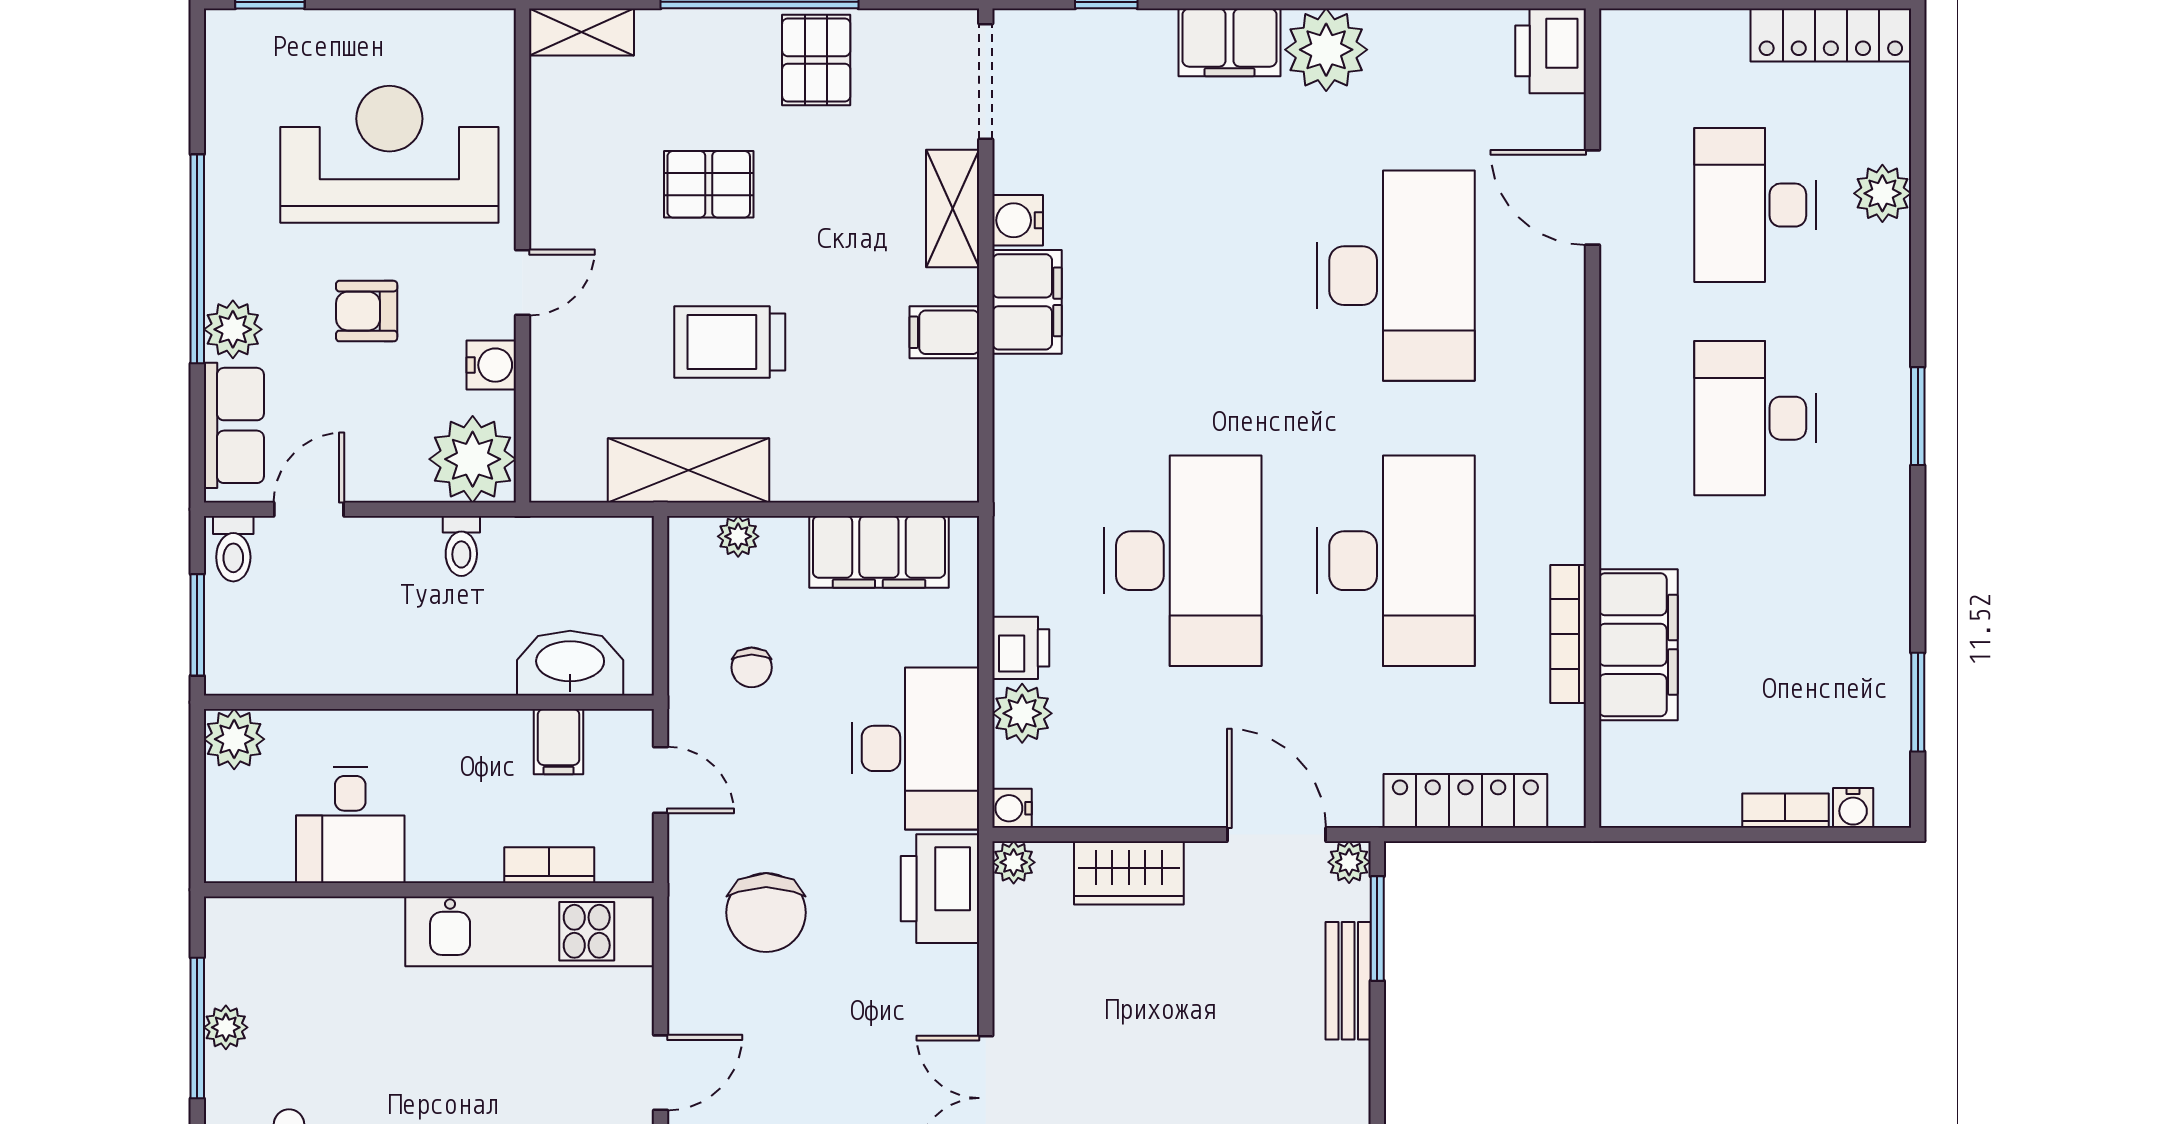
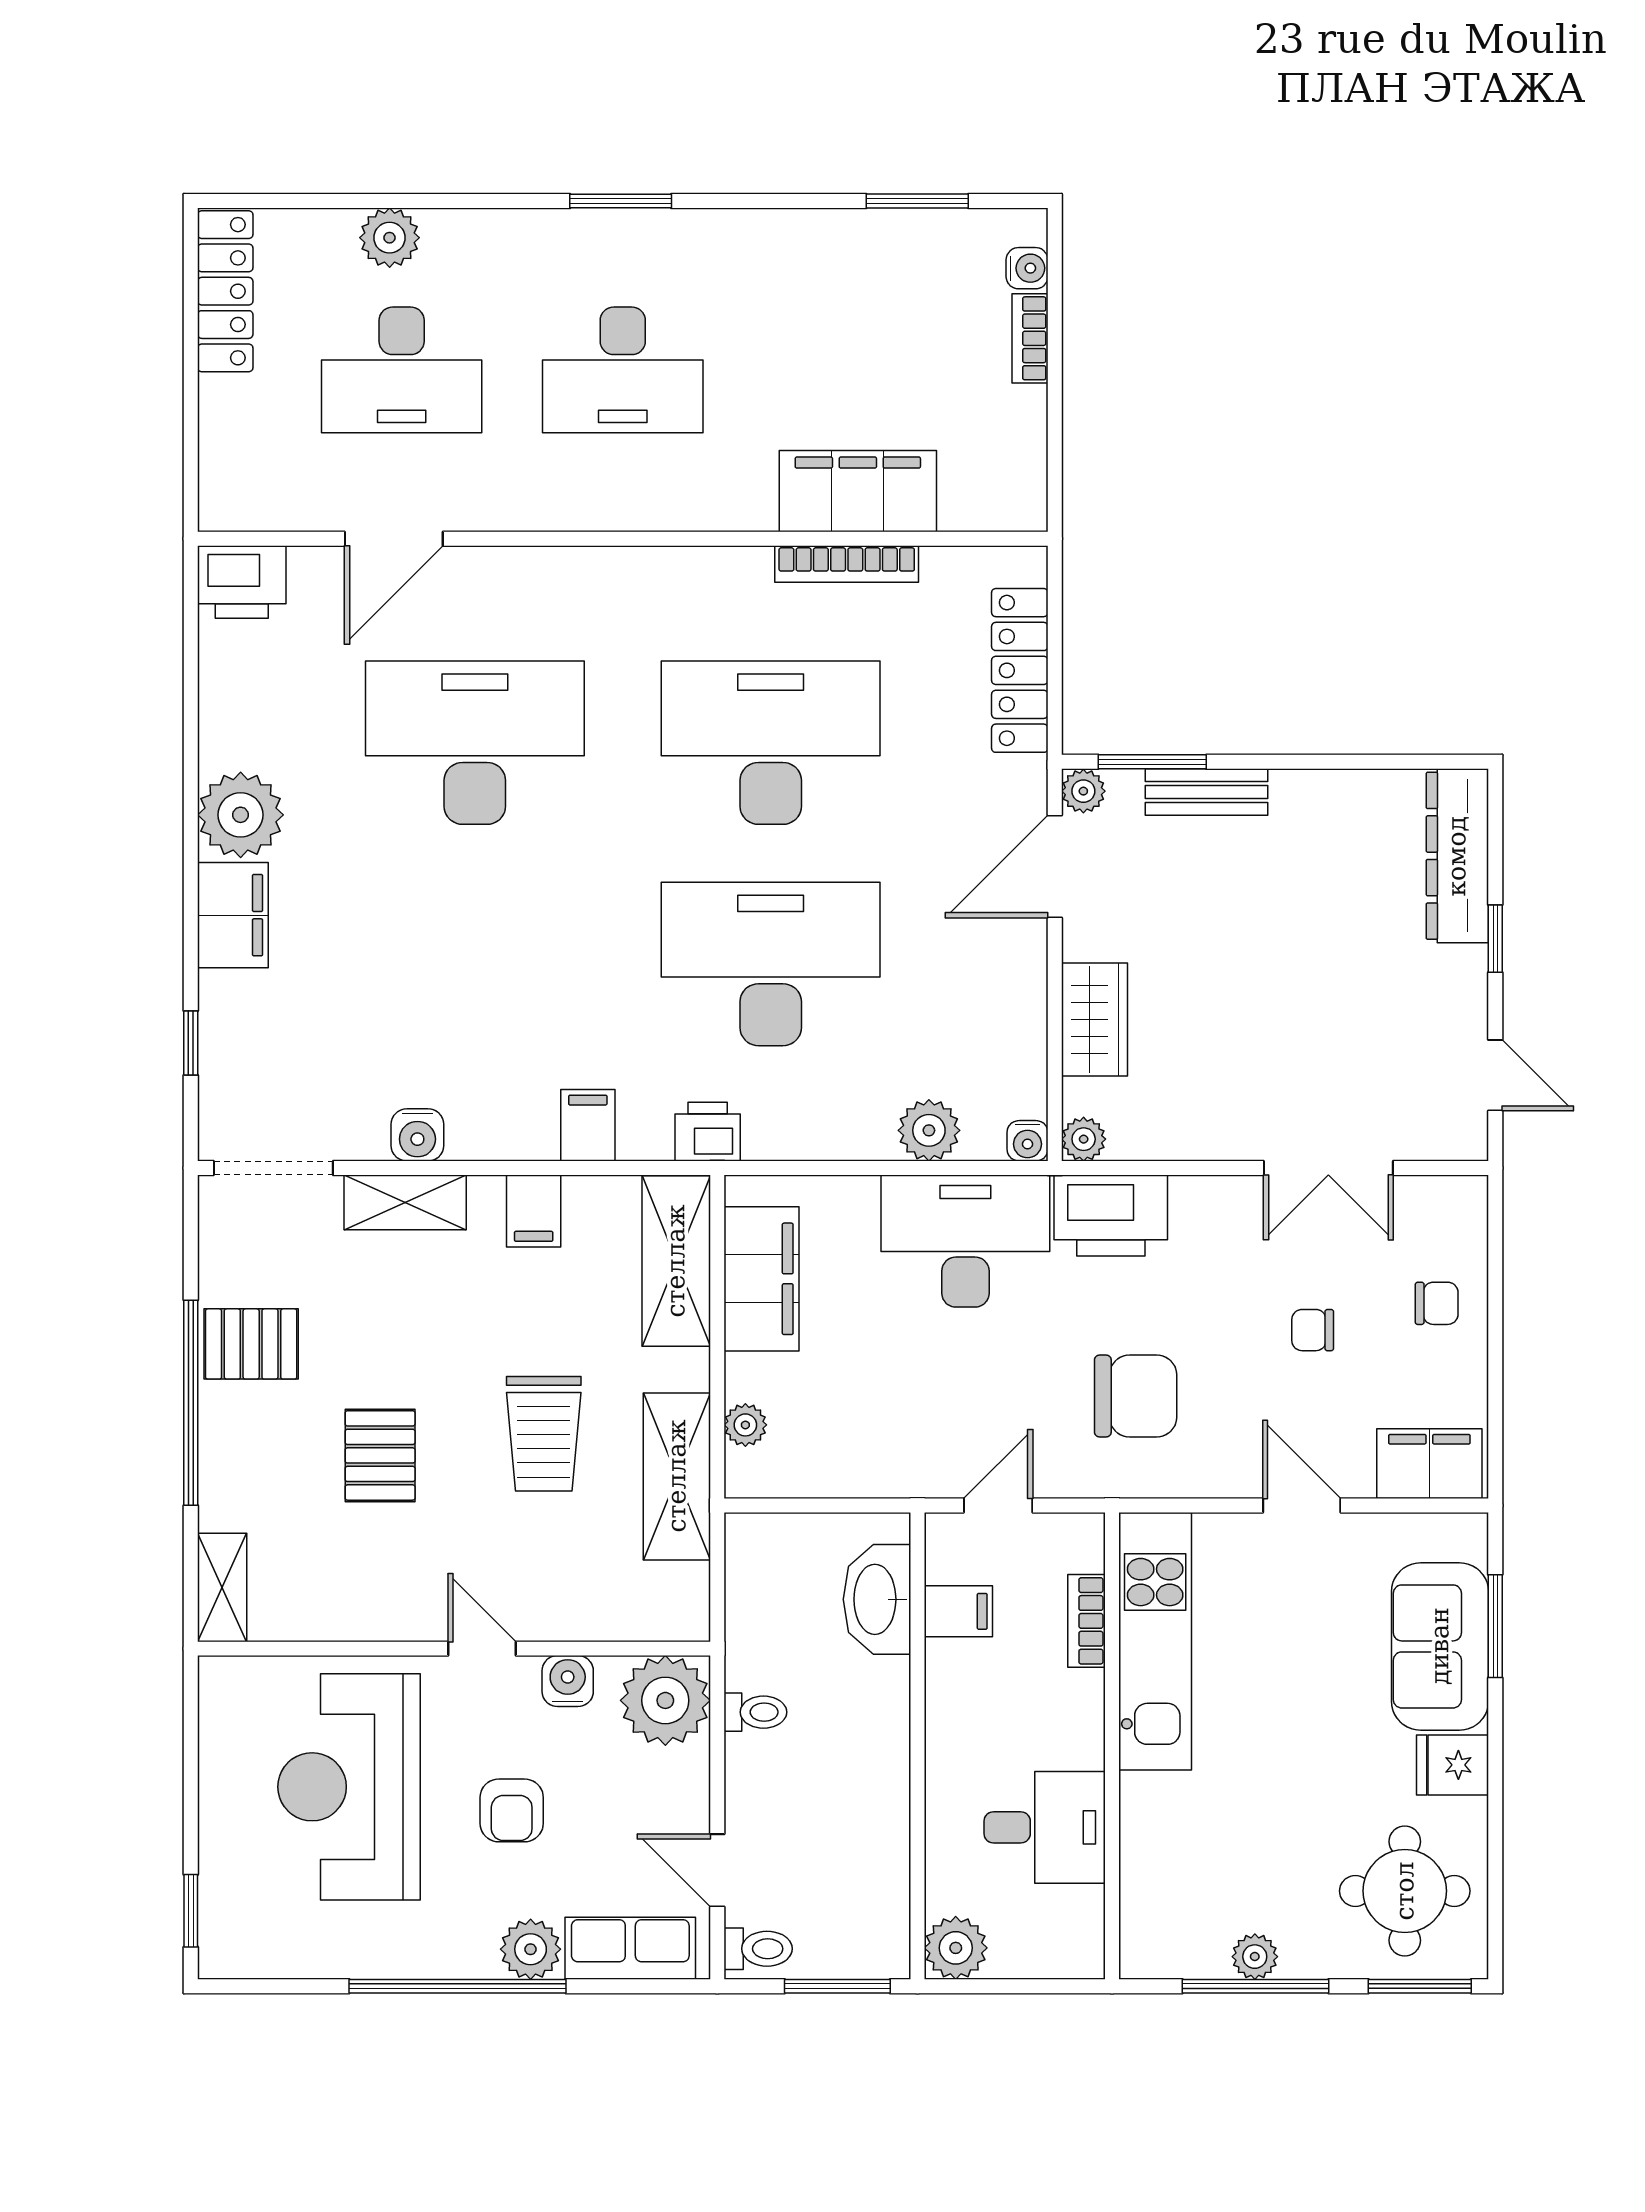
filing cabinet: (1027, 302) -> (588, 1125), moved, width x0.50
shelving: (896, 470) -> (676, 1261), added
printer: (1021, 648) -> (708, 1132), moved
chair: (752, 667) -> (1313, 1330), moved, turned 180

